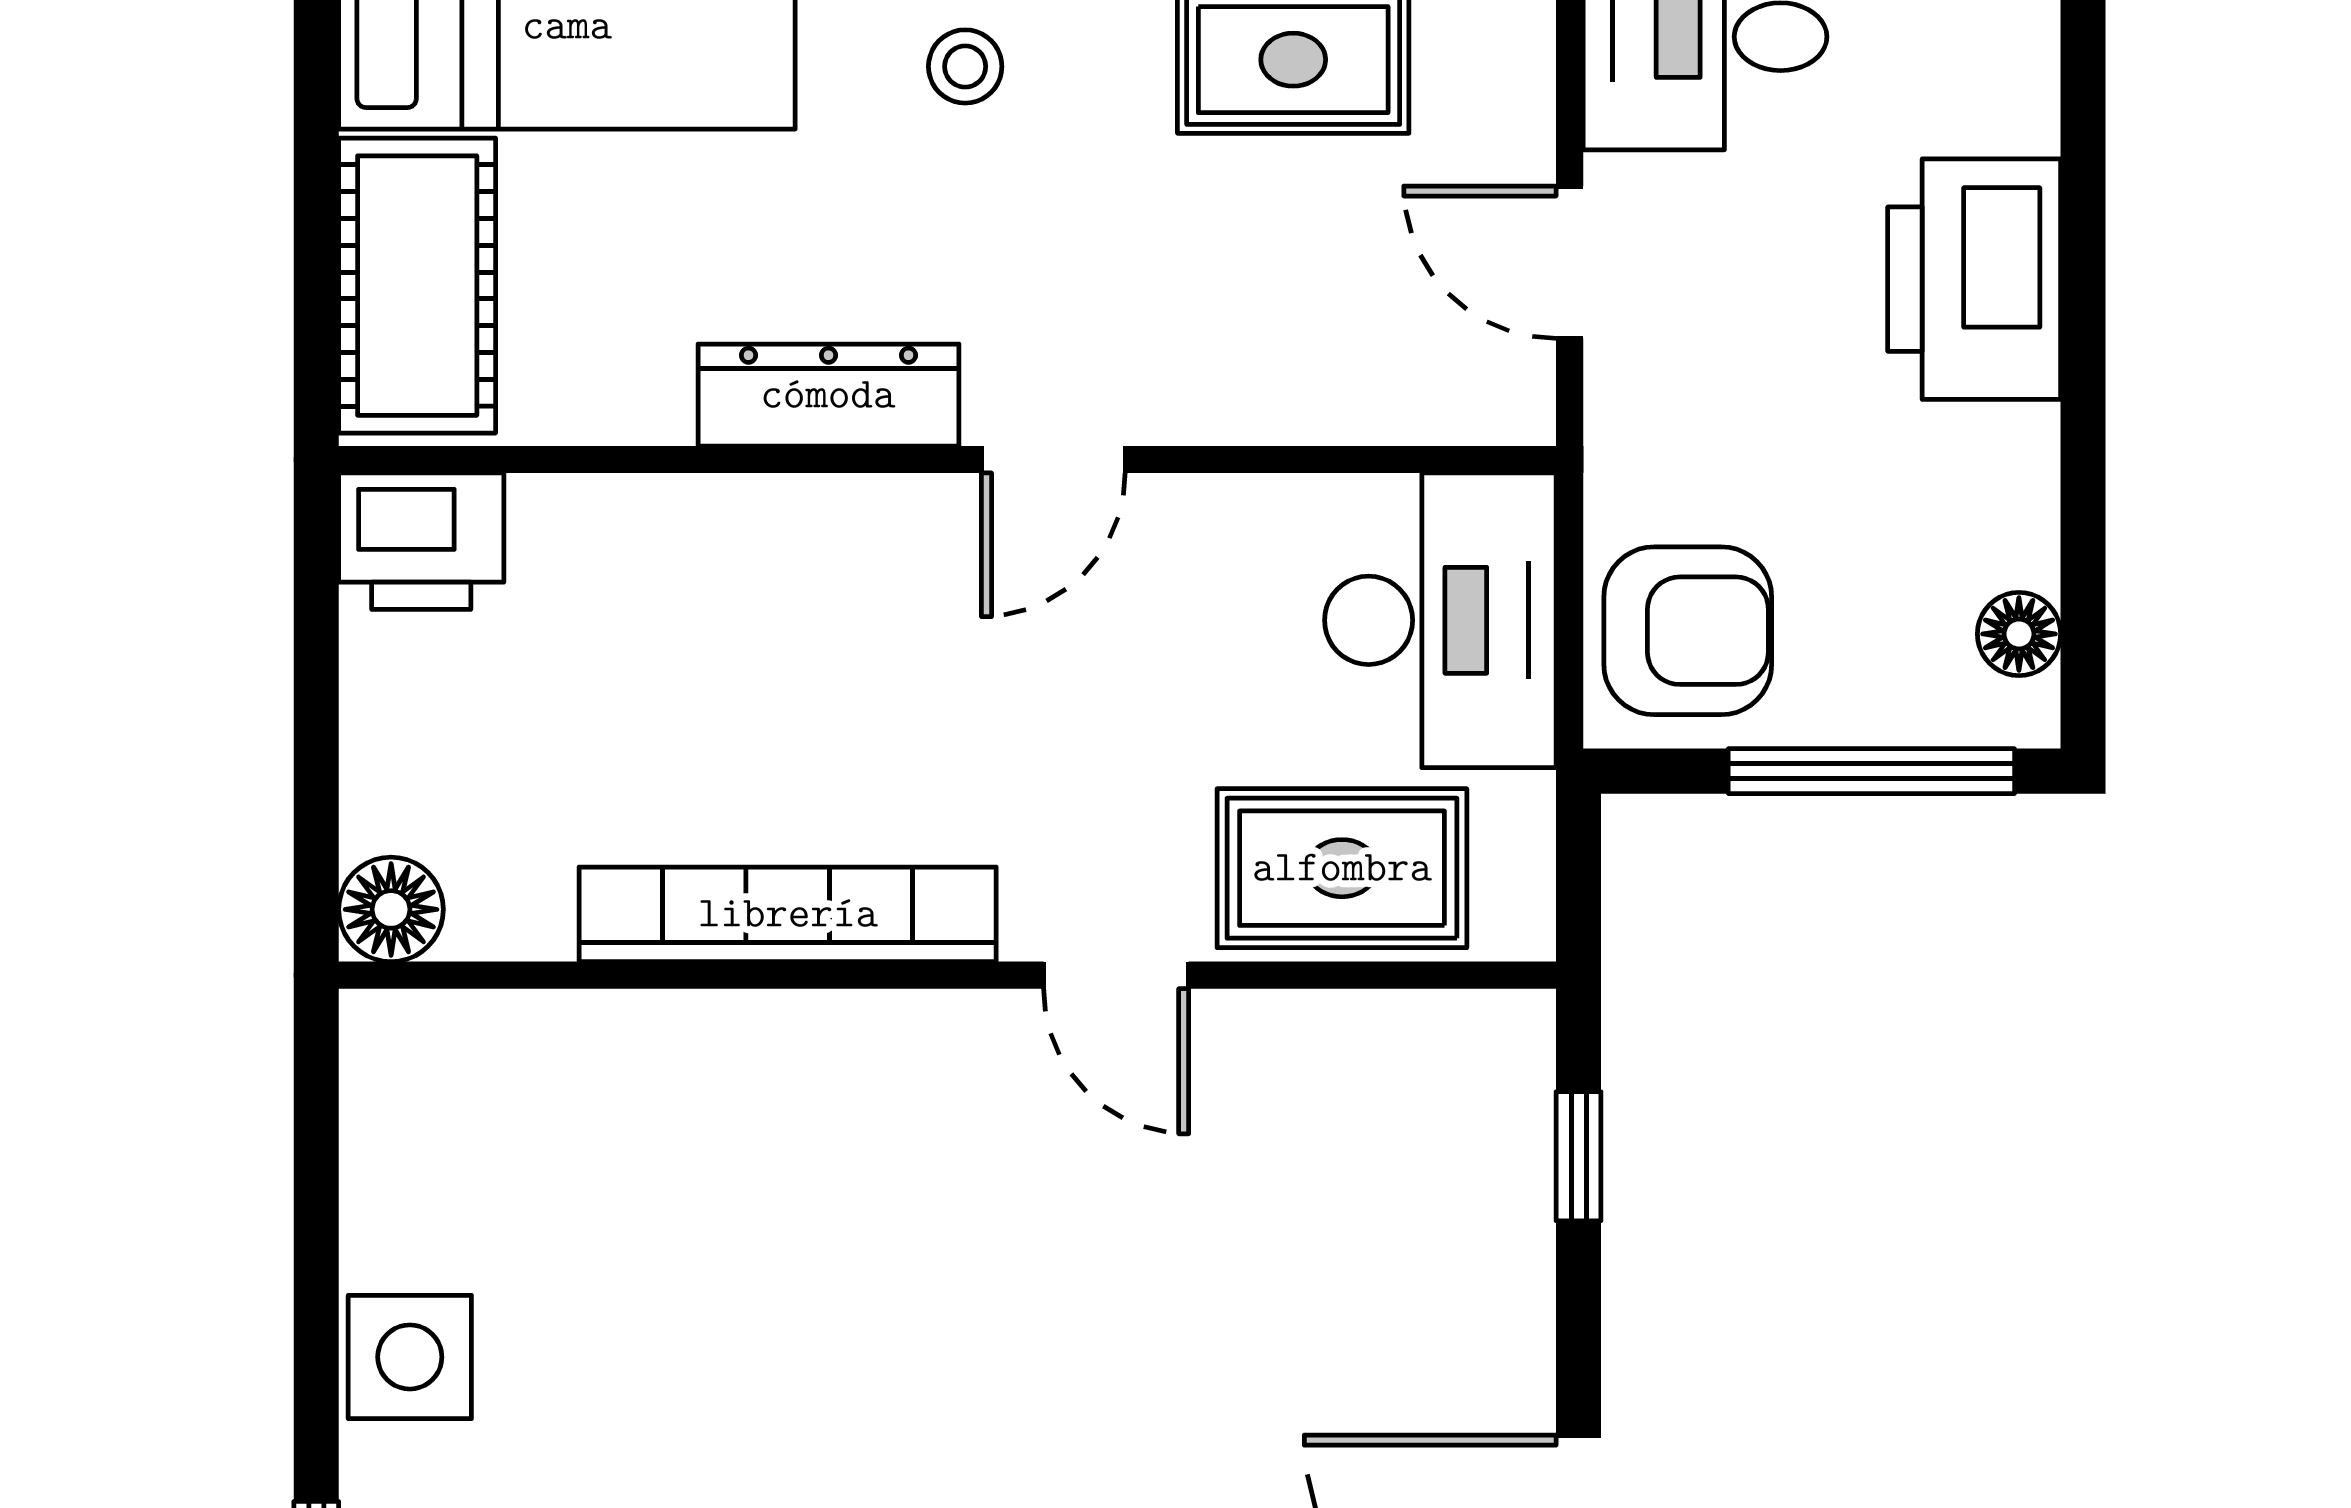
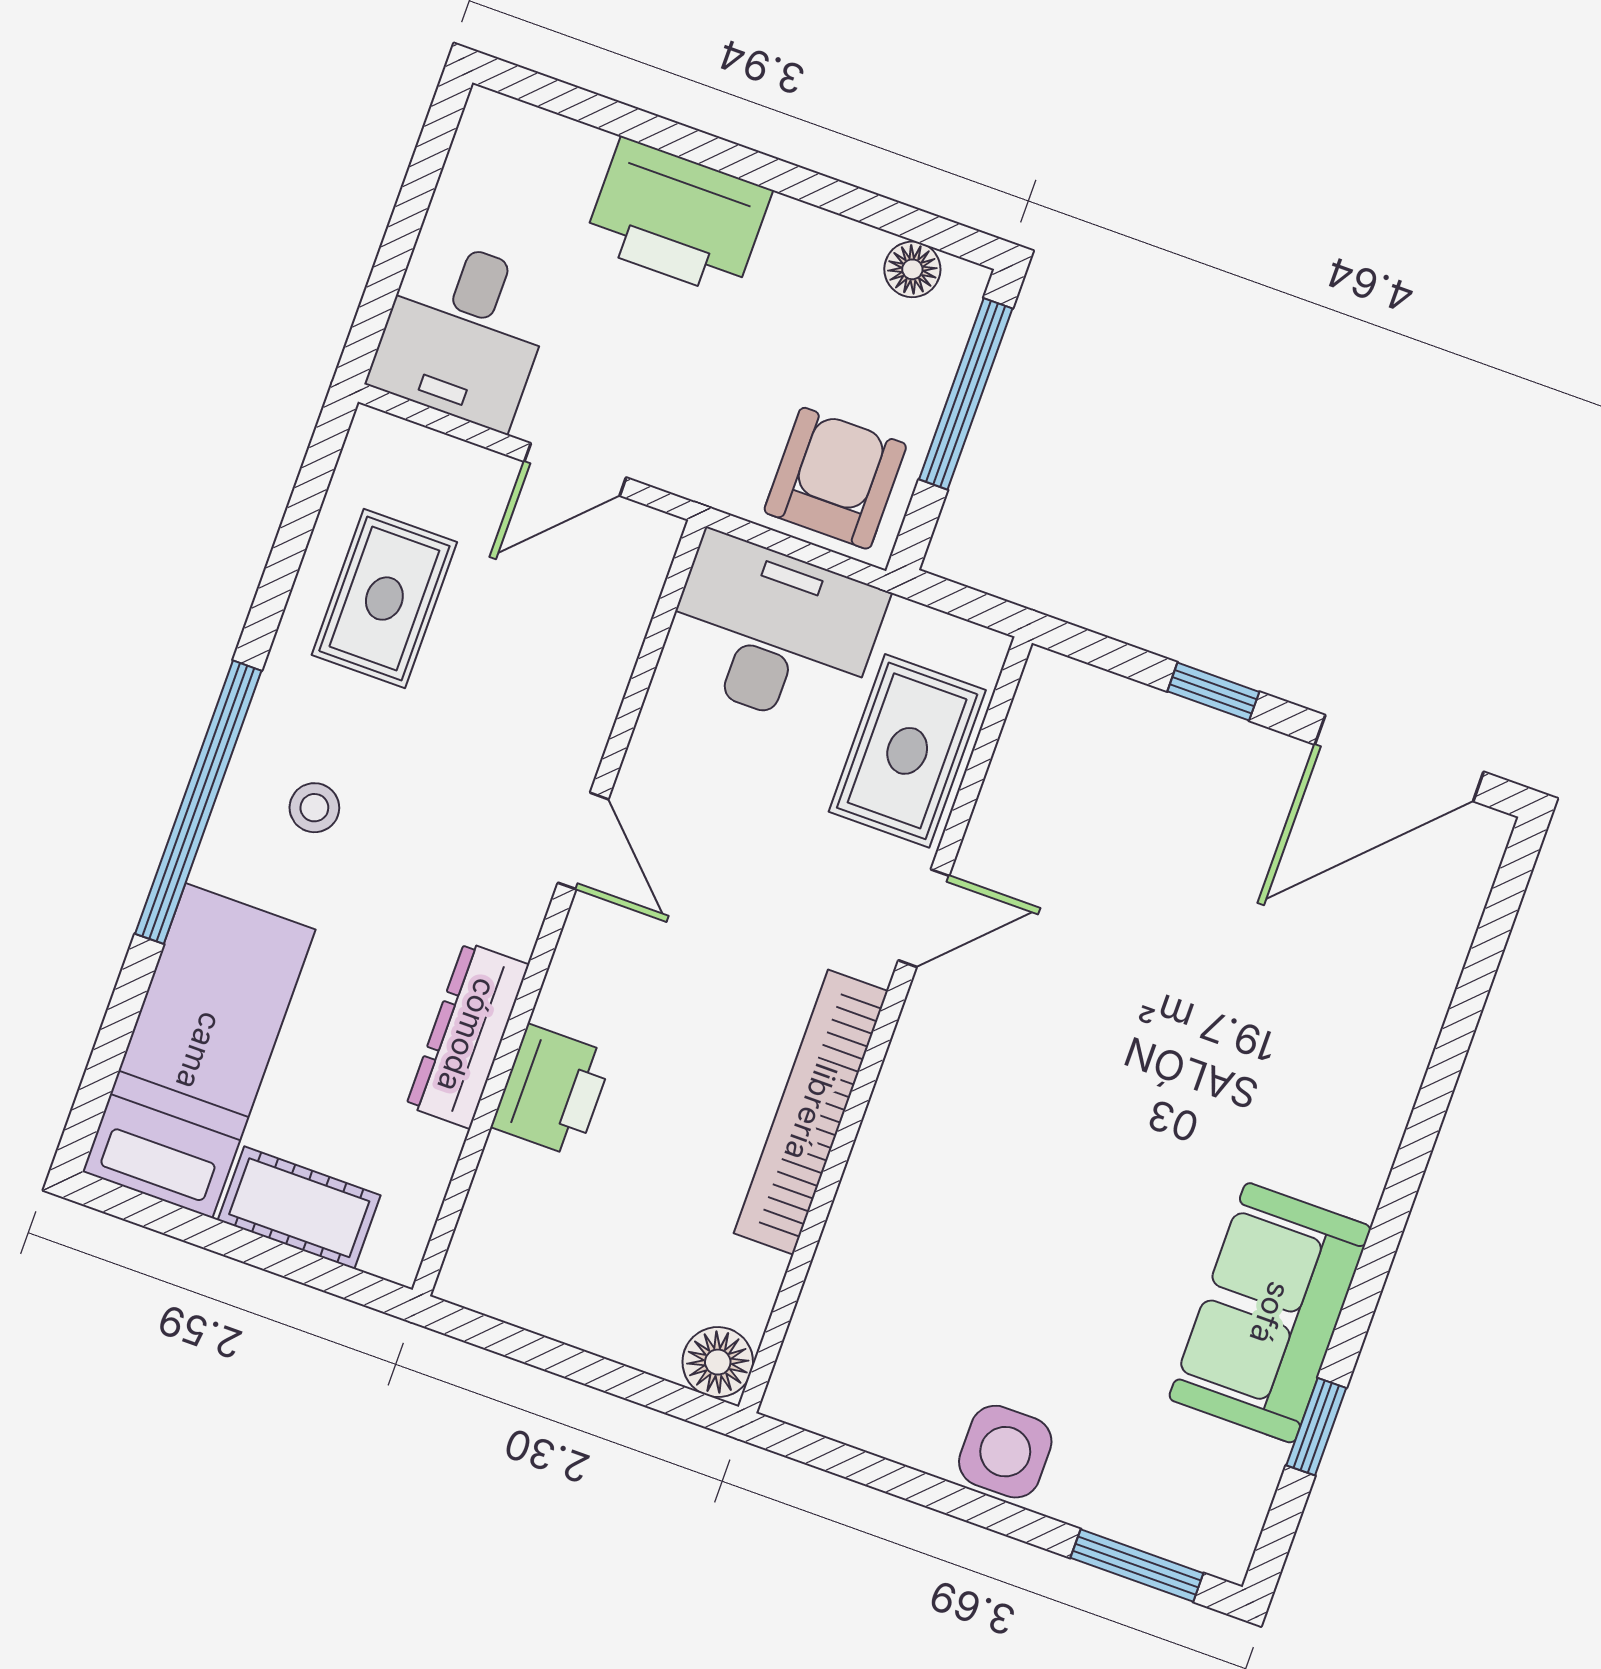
cot: (417, 286) -> (299, 1208), width x0.73, depth x0.75
dresser: (828, 395) -> (467, 1035), moved
printer: (421, 541) -> (552, 1090), moved
window: (1579, 1156) -> (1213, 692), moved

